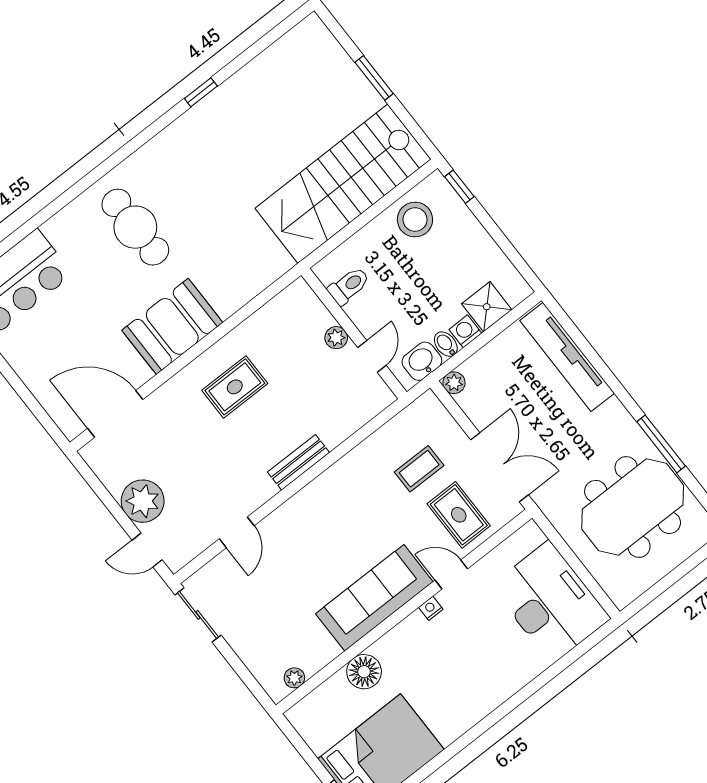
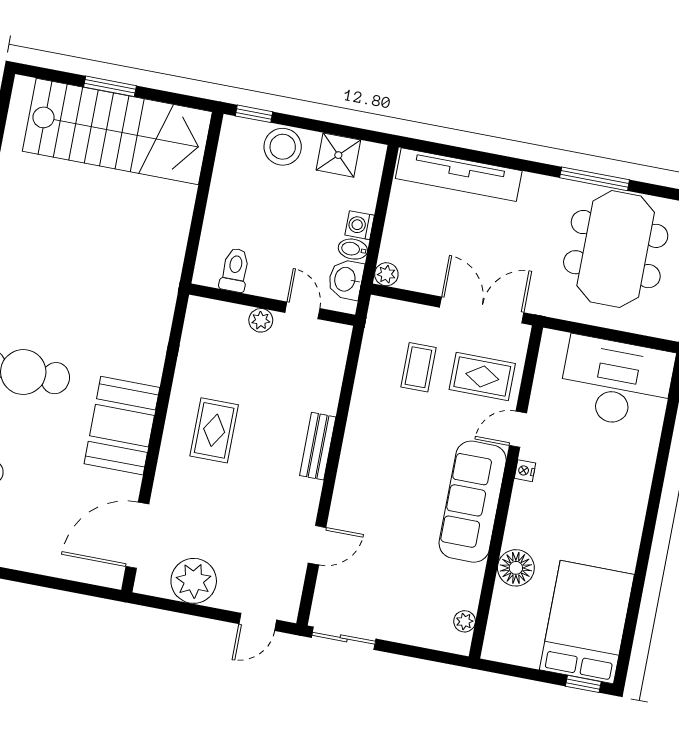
stairs: (343, 184) -> (117, 132), moved, turned -90
stool: (415, 220) -> (283, 147), moved
shower: (487, 307) -> (338, 155), moved
plant: (143, 501) -> (194, 581), moved
door: (237, 532) -> (317, 545), hinge flipped

